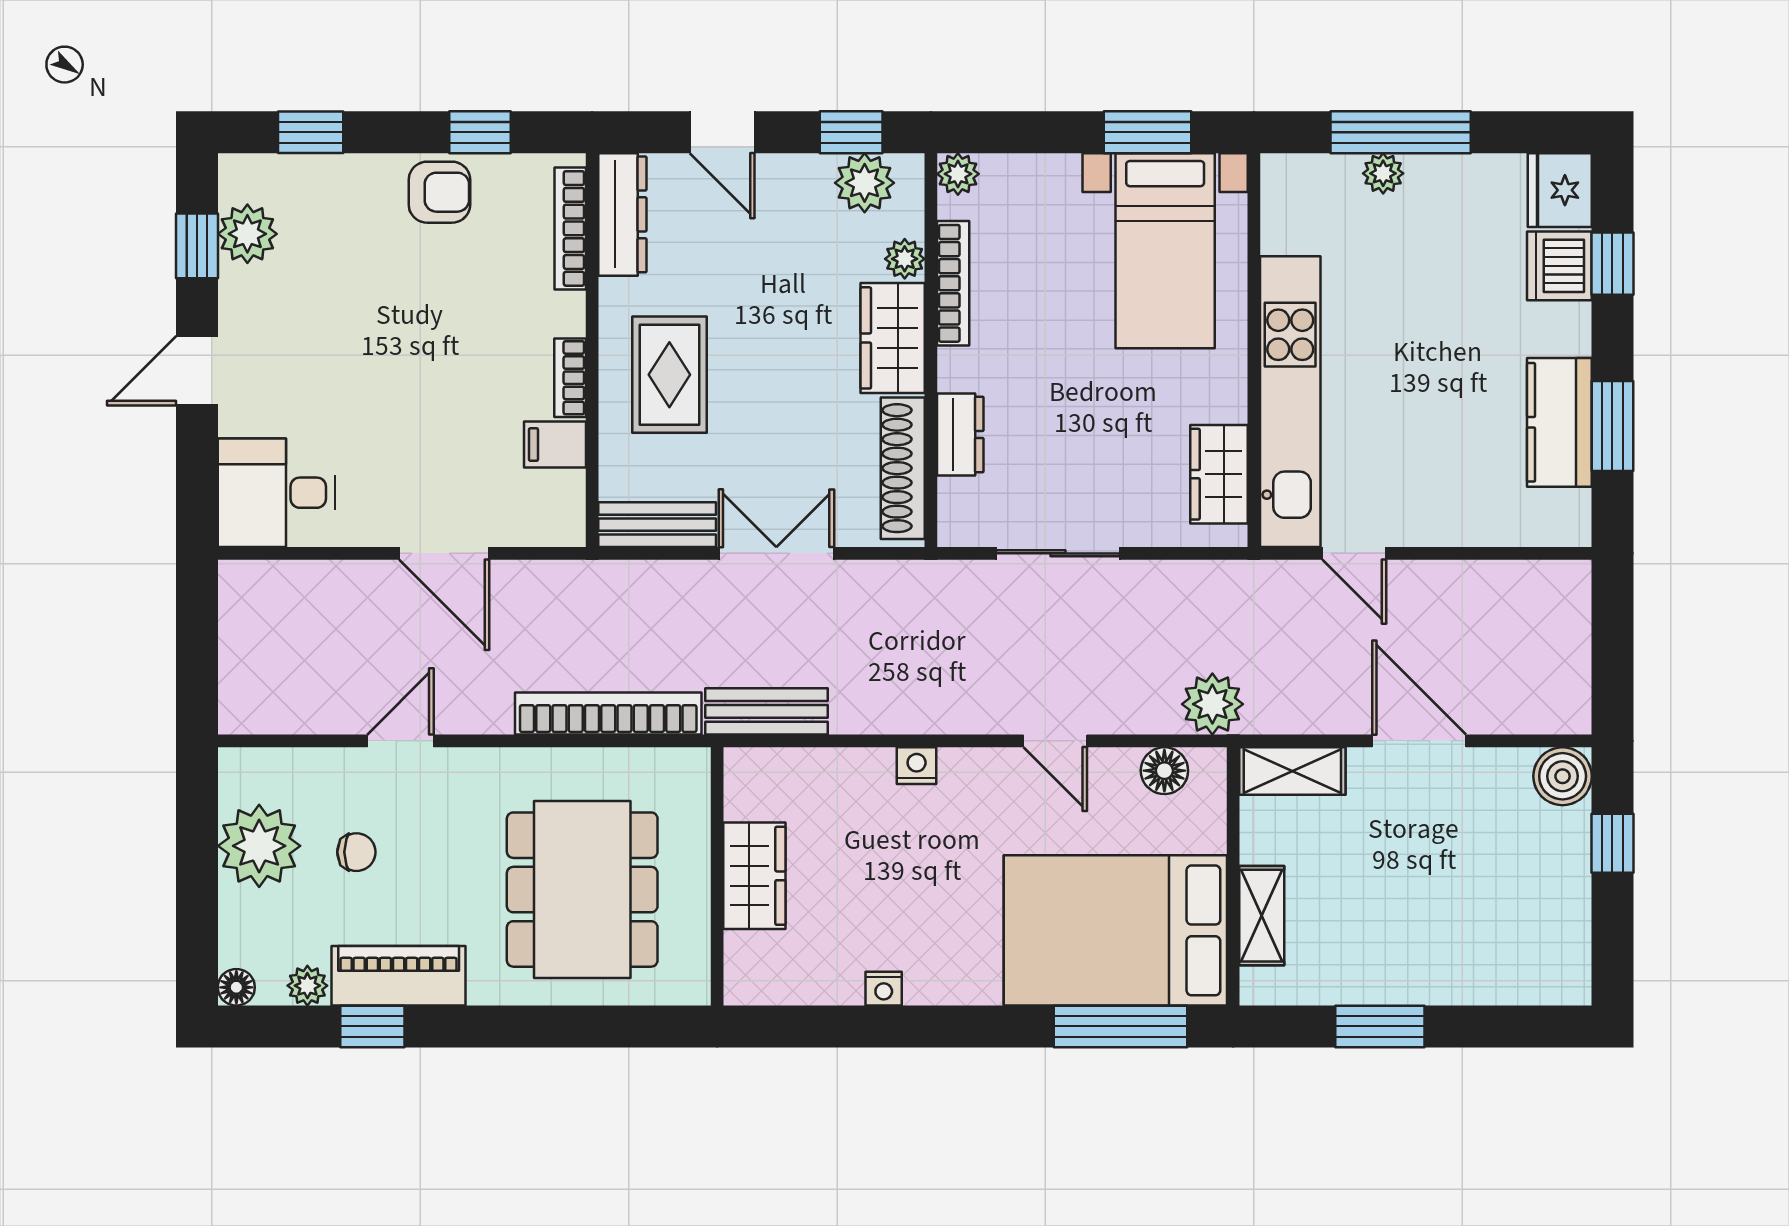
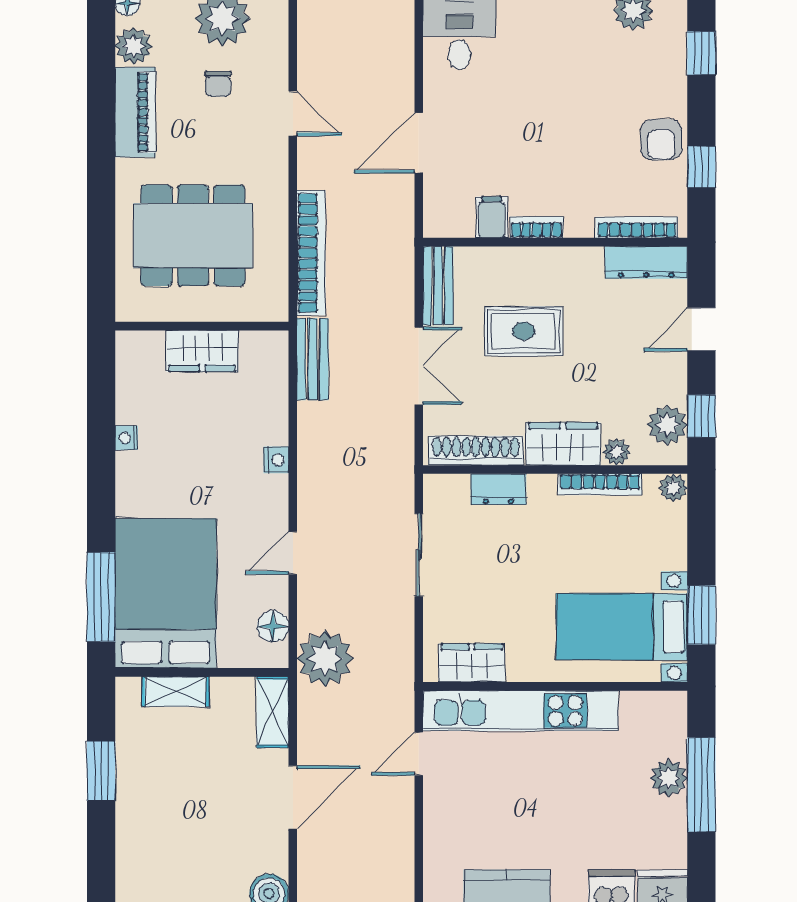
plant: (1383, 173) -> (669, 778), width x1.38, depth x1.38
rug: (669, 375) -> (524, 331), moved
plant: (1212, 704) -> (325, 659), width x1.36, depth x1.36
plant: (307, 986) -> (133, 46), width x1.38, depth x1.38
window: (372, 1026) -> (101, 95), removed

